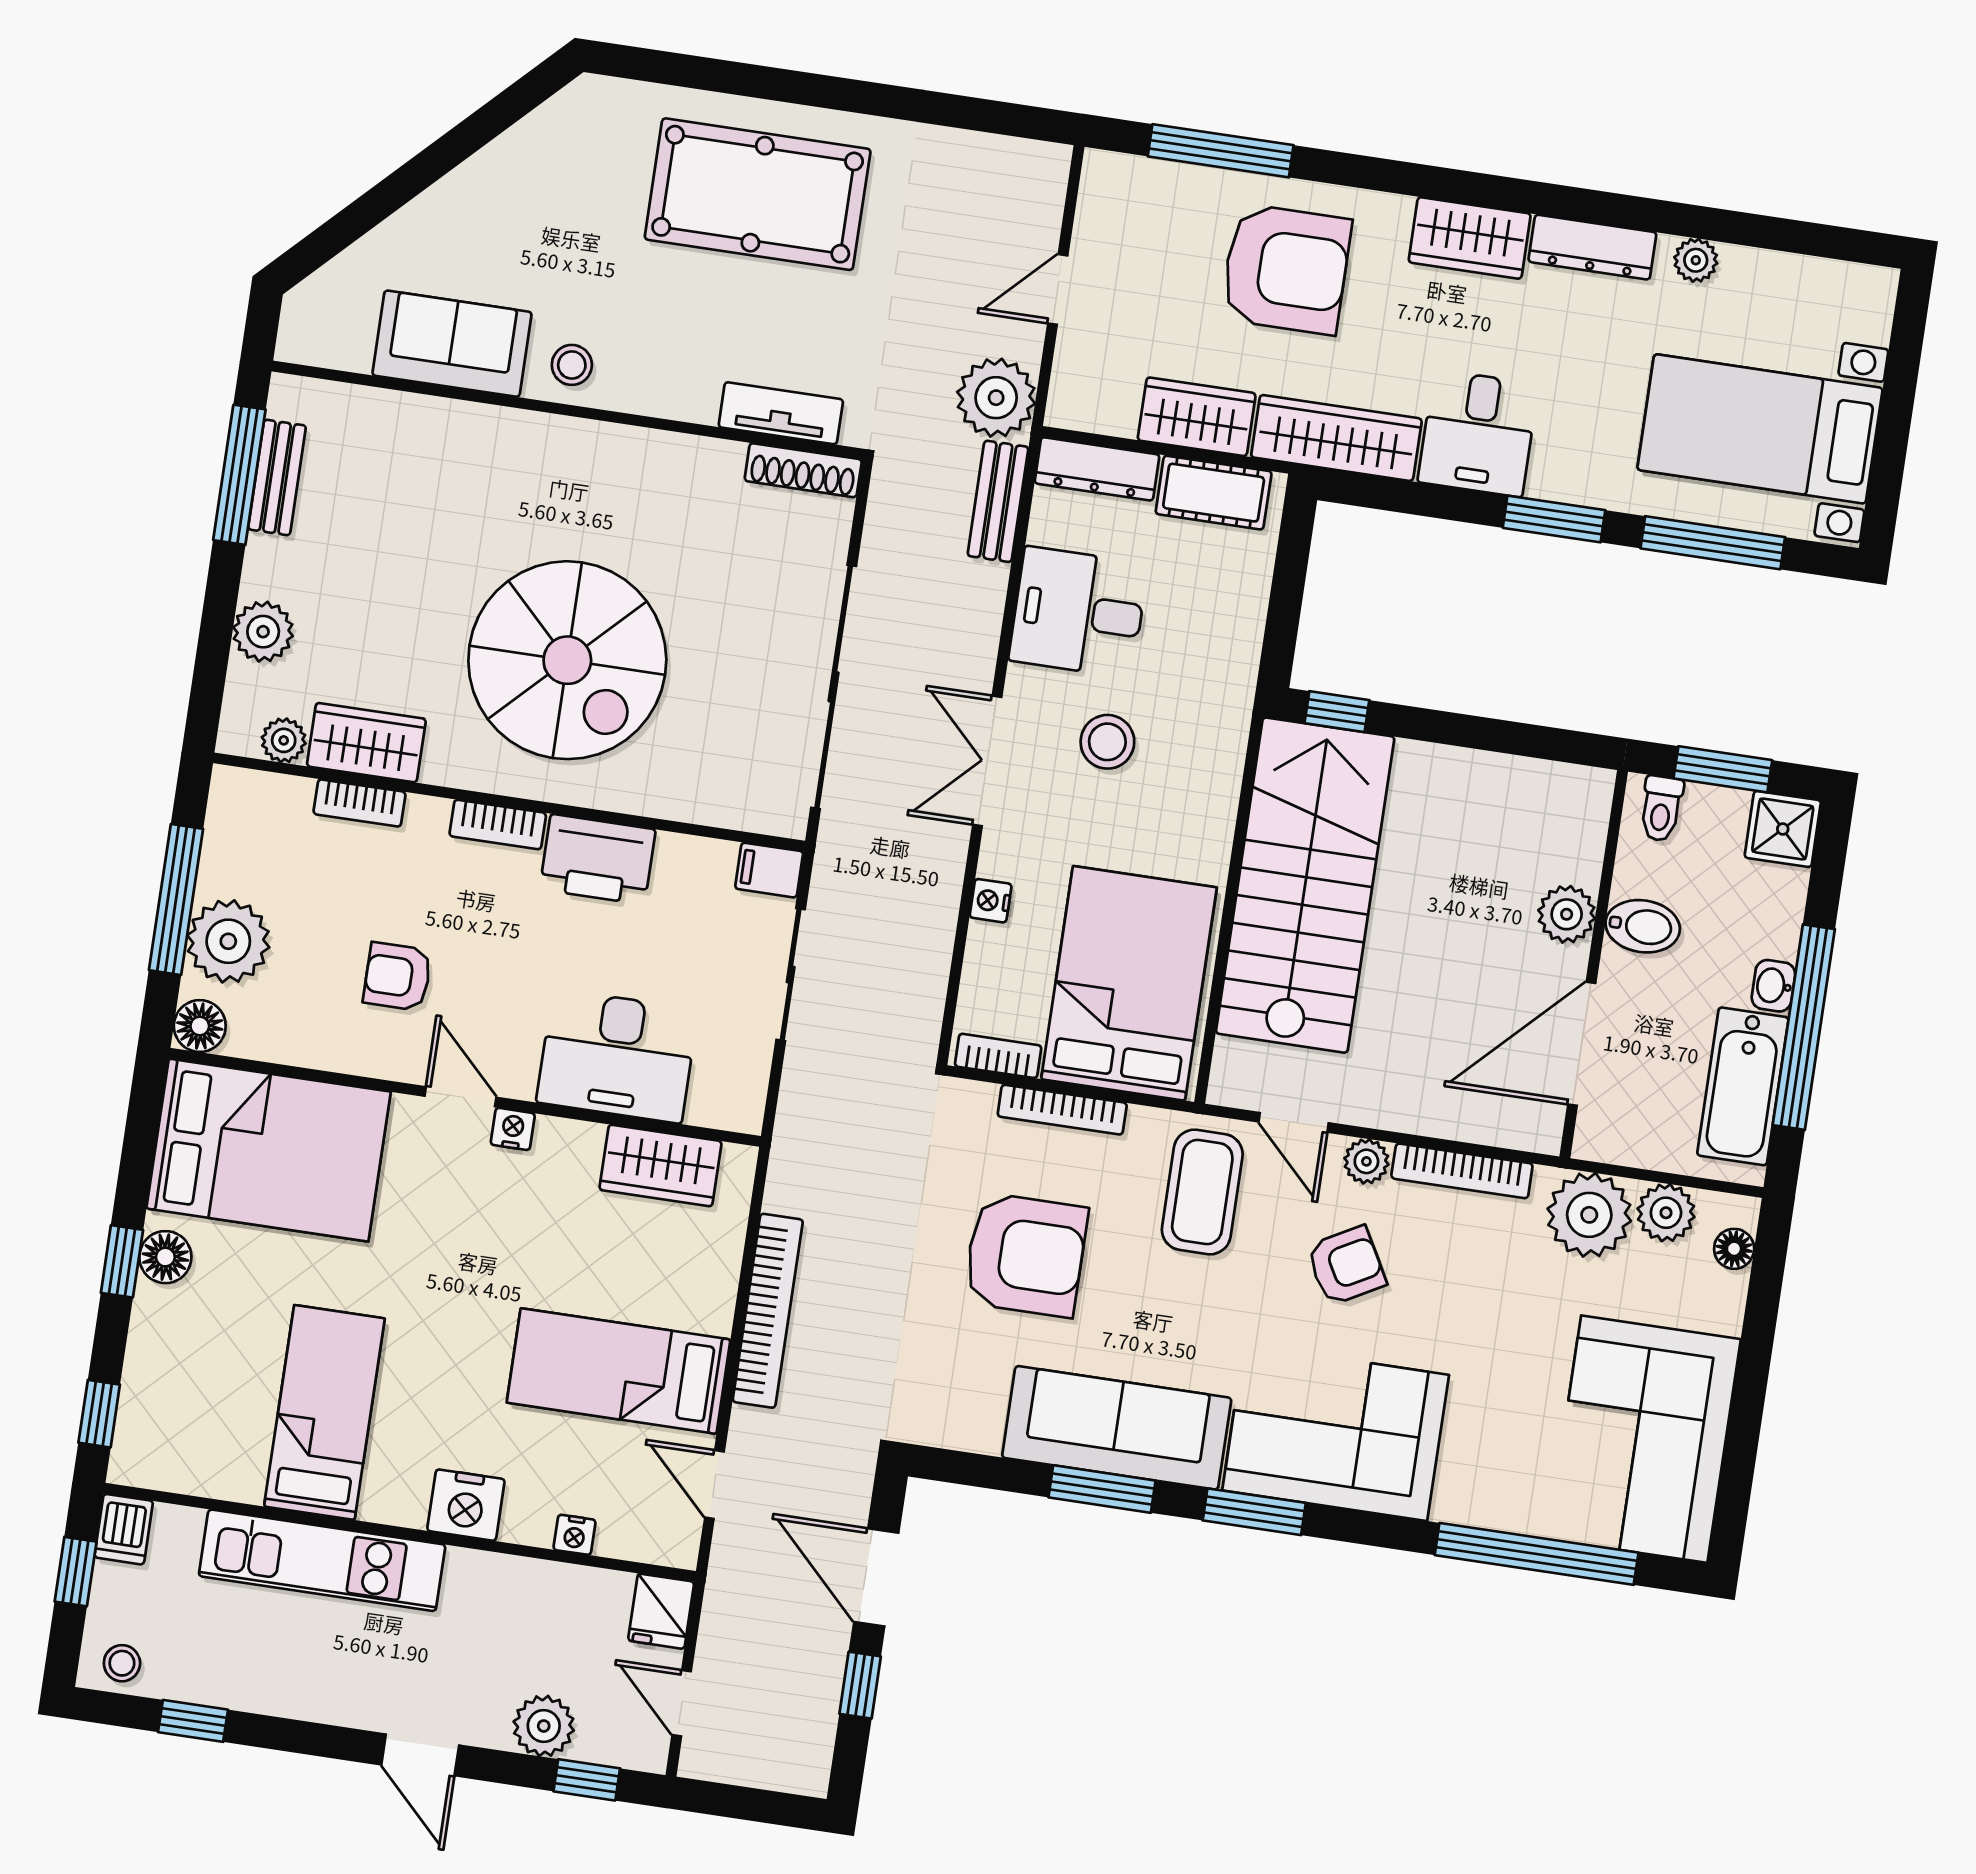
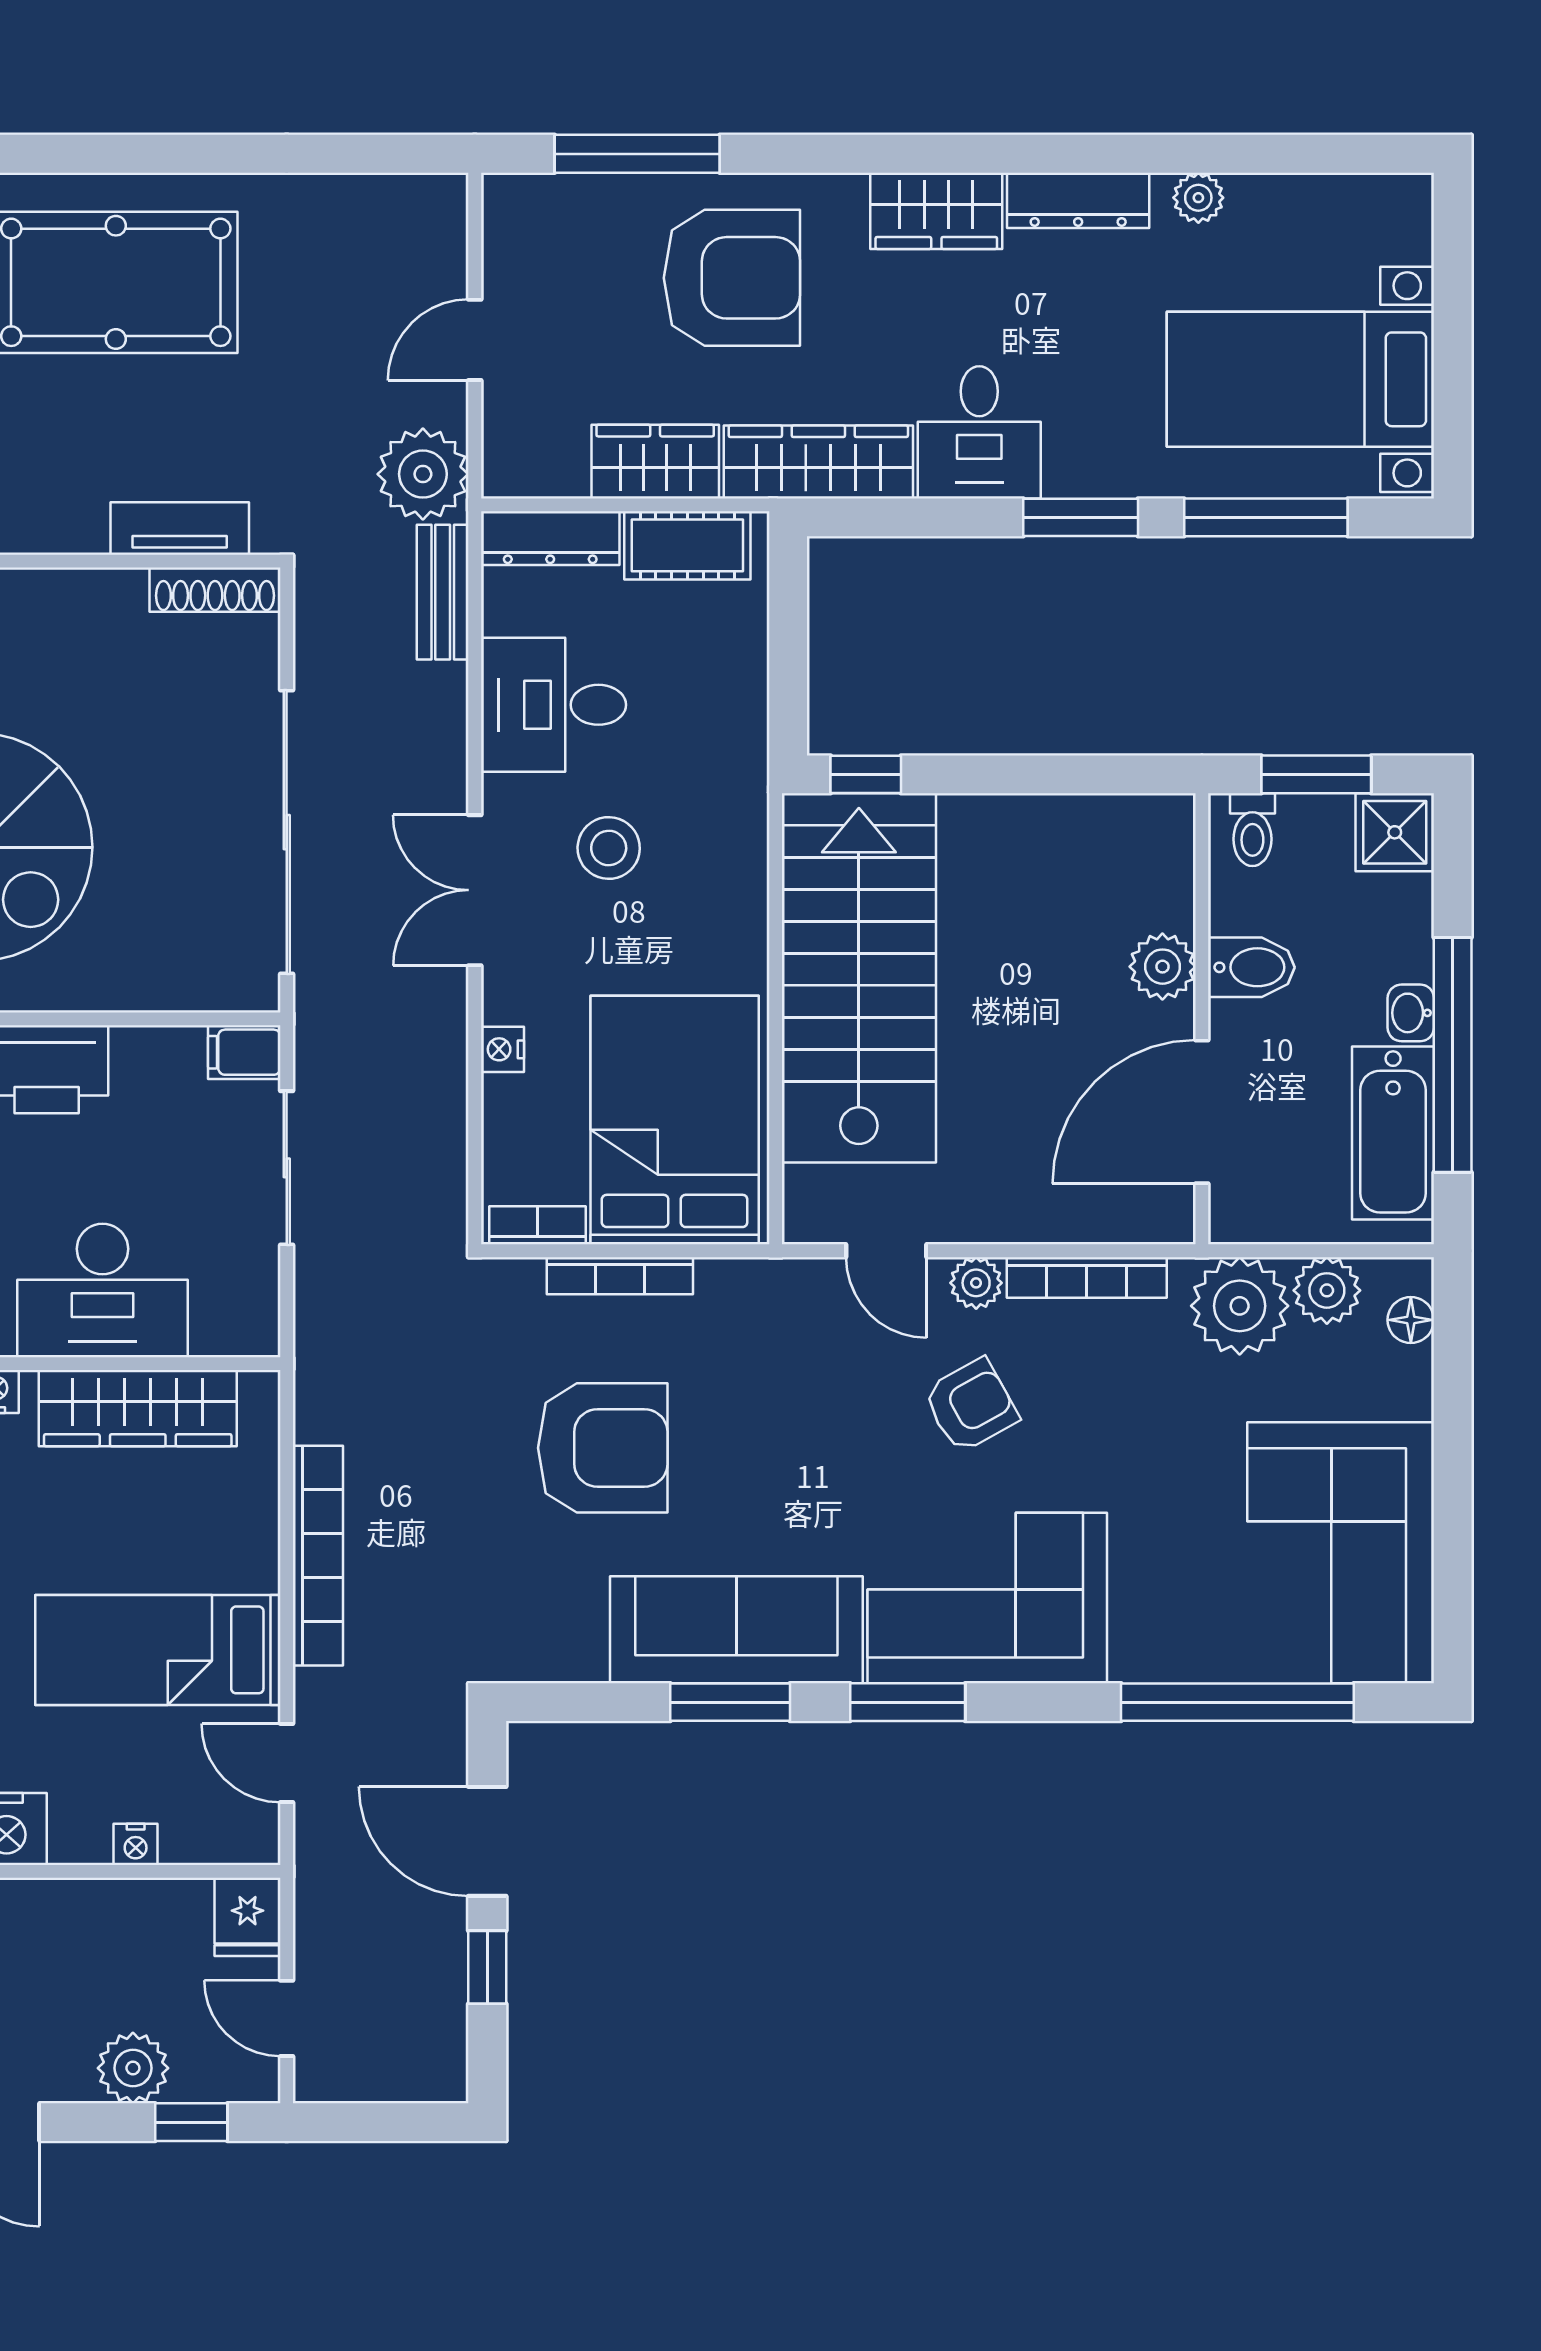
wardrobe: (660, 1166) -> (138, 1408), width x1.50
coffee table: (1202, 1192) -> (794, 1346), removed

